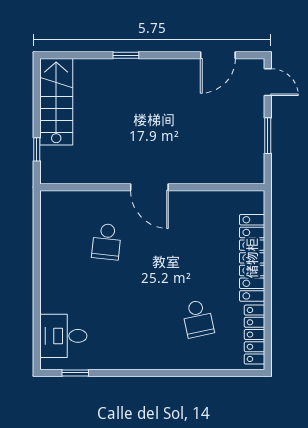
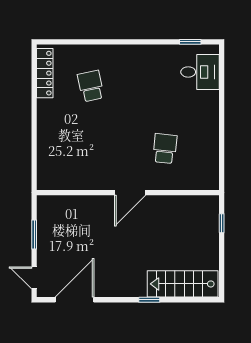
door: (218, 55) -> (75, 300), width x1.36
stairs: (56, 102) -> (183, 284), moved, turned 90
door: (149, 187) -> (130, 193), swing flipped
locker: (252, 258) -> (47, 135), removed

